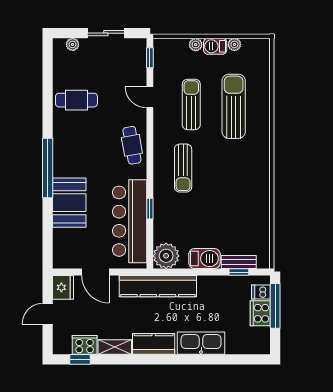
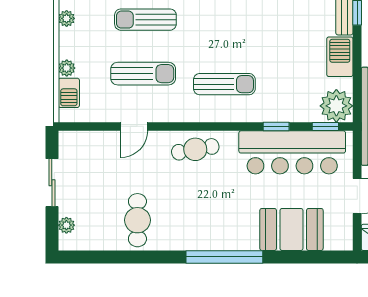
barbecue: (215, 46) -> (69, 93), moved
window: (150, 58) -> (325, 126), moved
sun lounger: (191, 104) -> (143, 74), turned 180
sun lounger: (234, 106) -> (145, 20), width x0.73, depth x0.75
booth: (69, 203) -> (291, 229), moved

